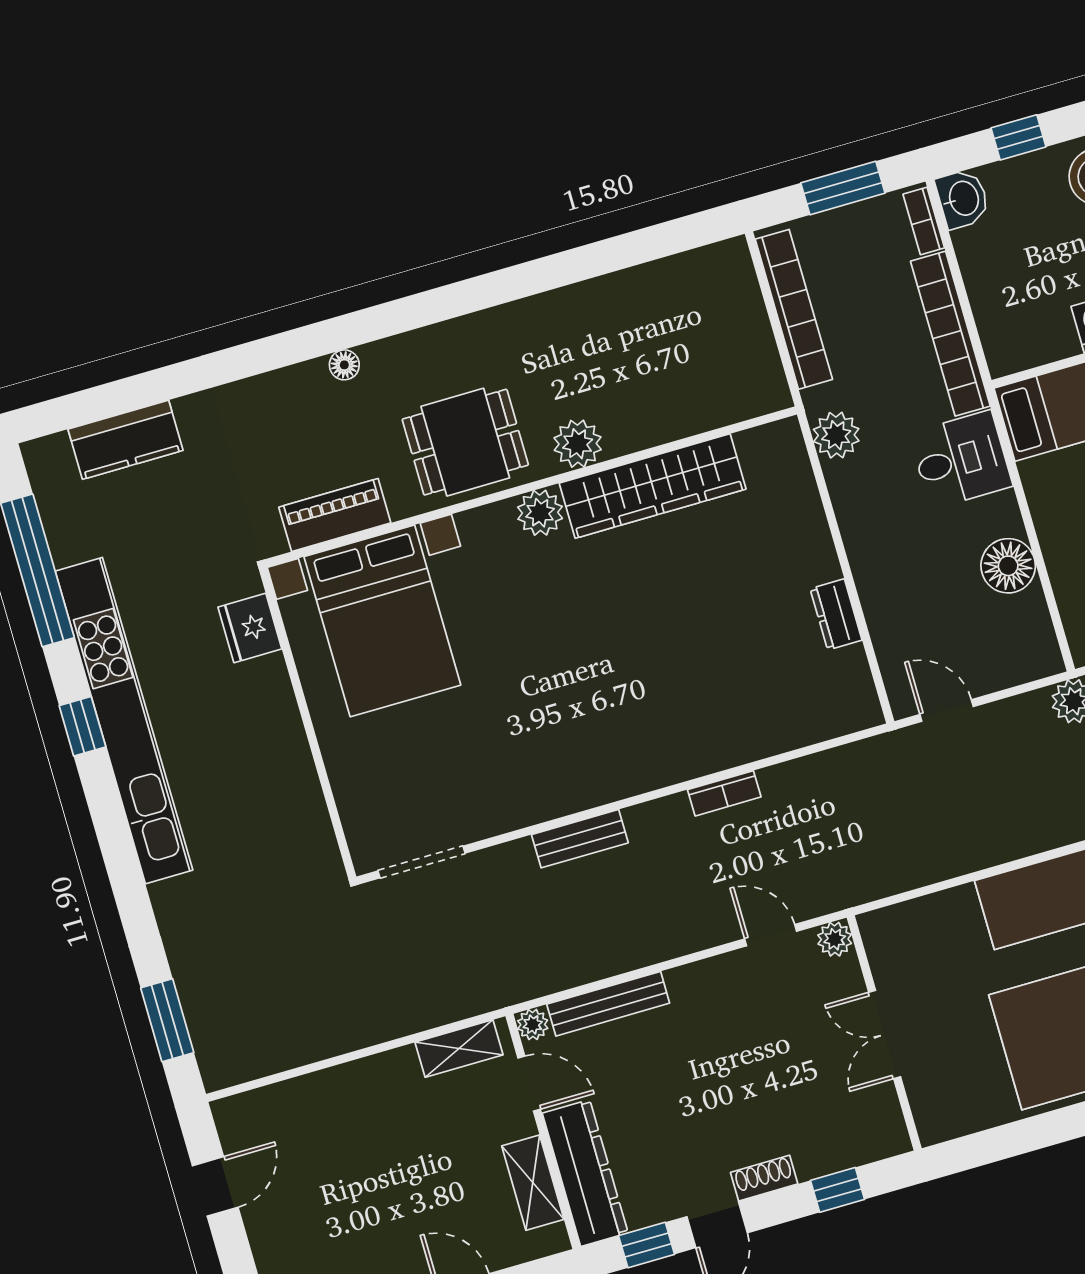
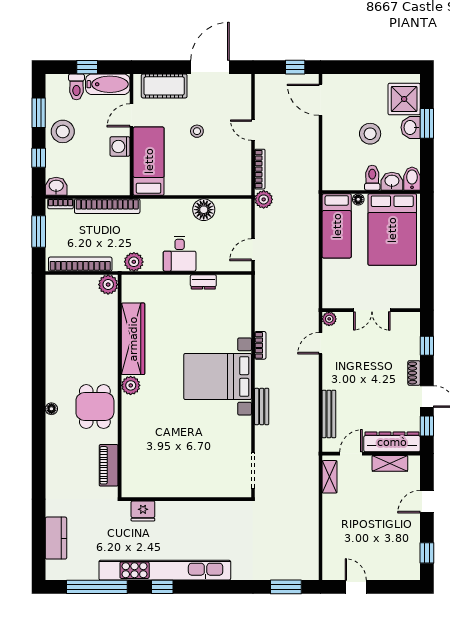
floor lamp: (344, 365) -> (51, 409), moved
plant: (578, 444) -> (108, 285), moved
desk: (961, 460) -> (180, 254), moved, turned 180
bed with nightstands: (382, 621) -> (218, 376), moved, turned 180
plant: (533, 1025) -> (329, 446), removed

